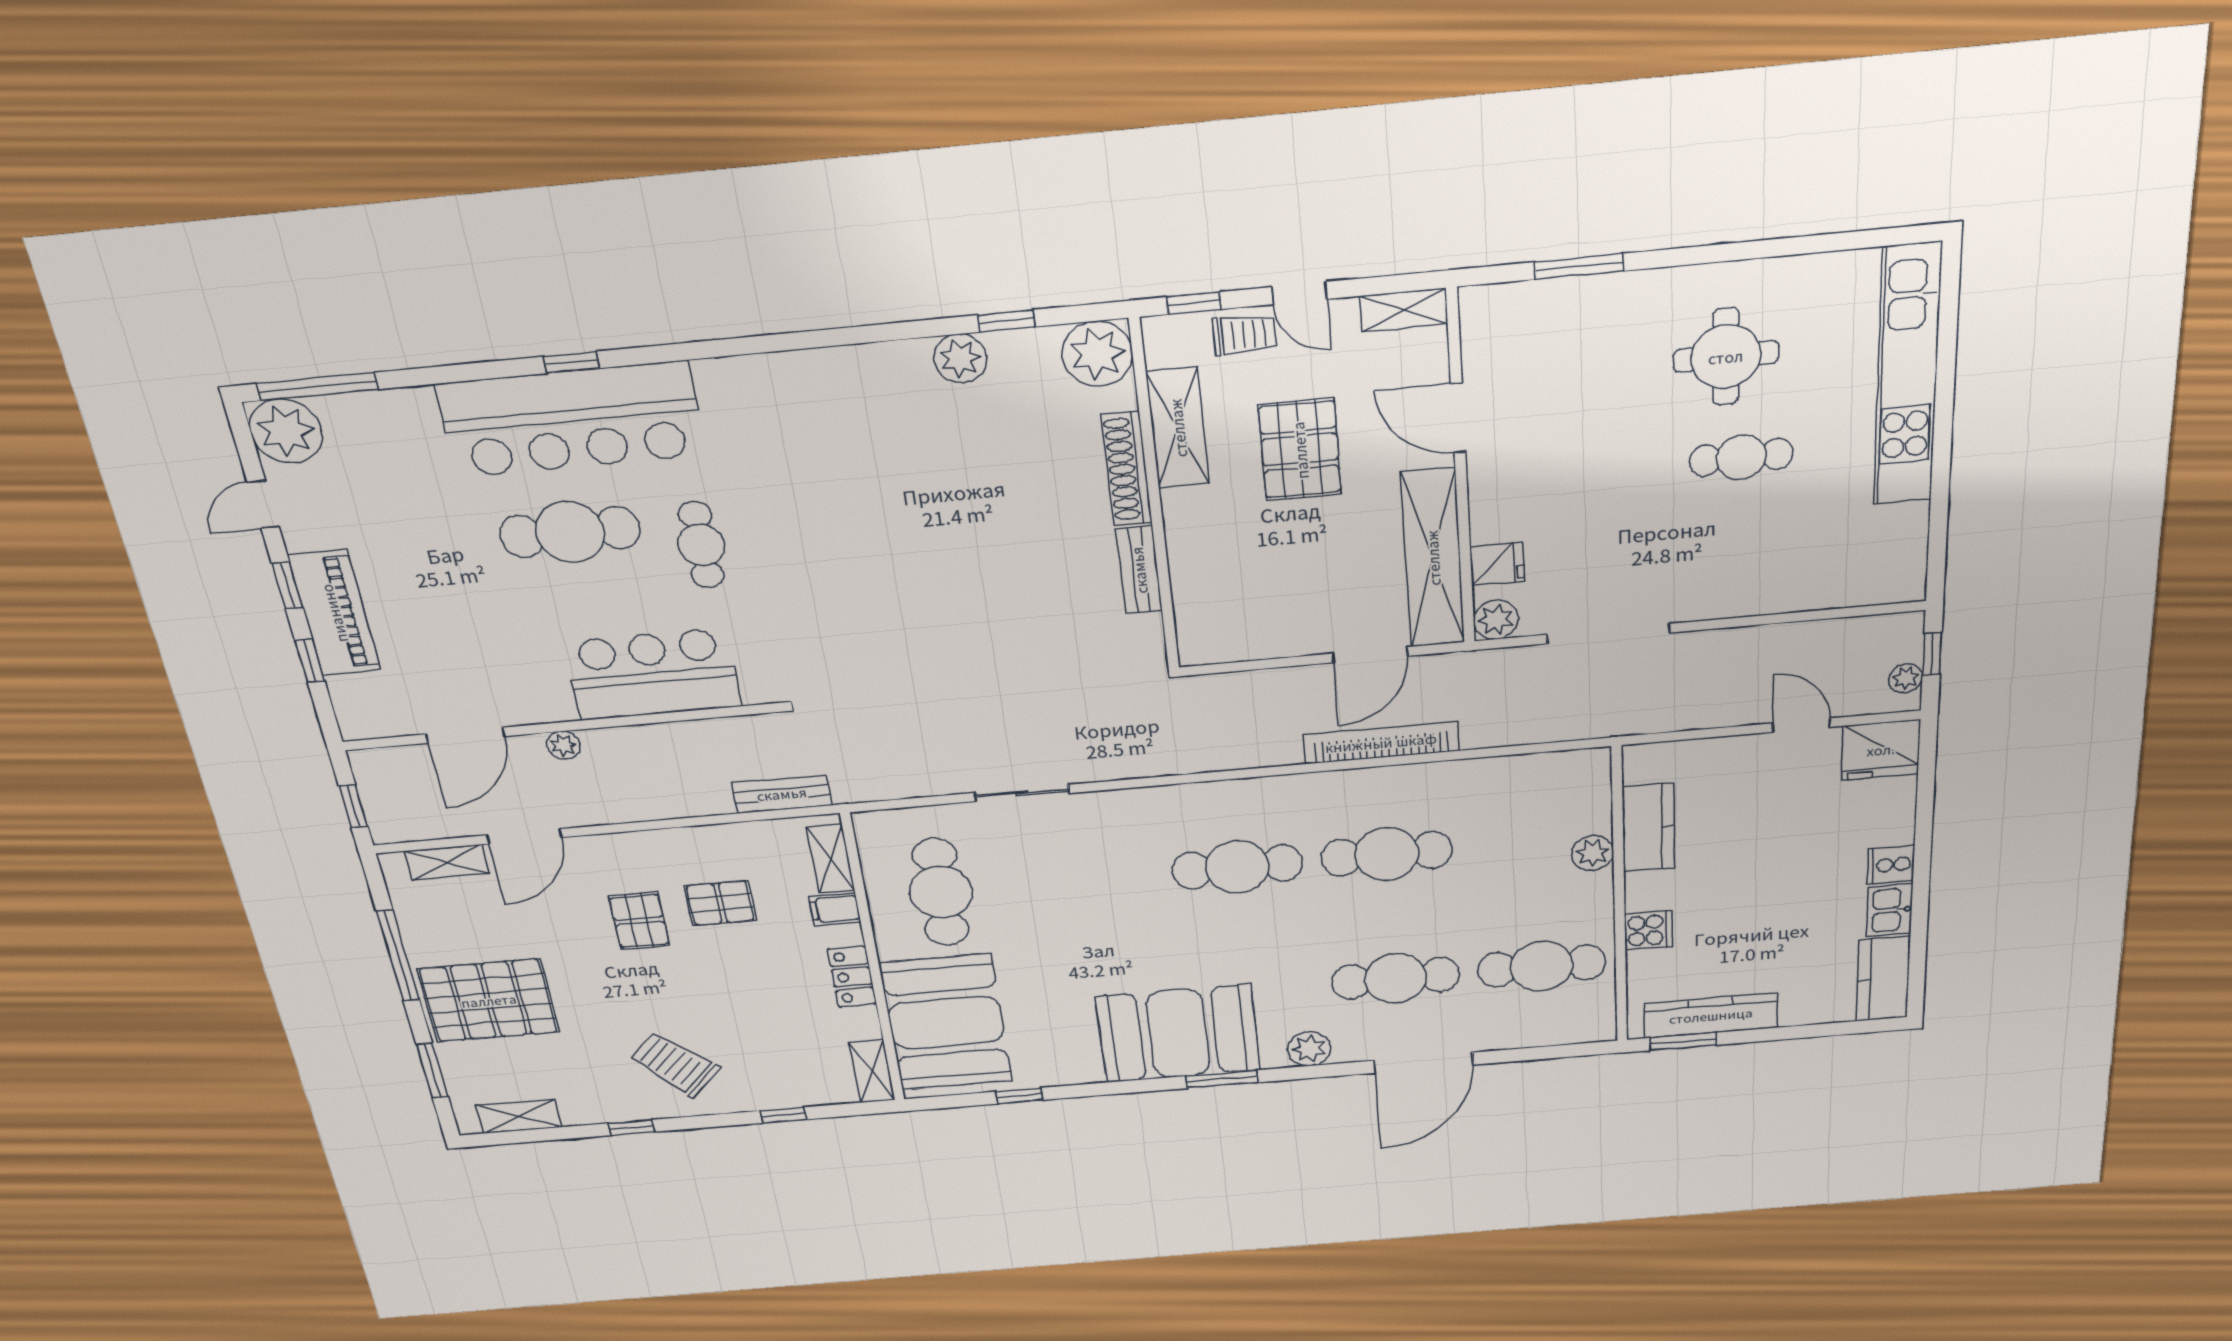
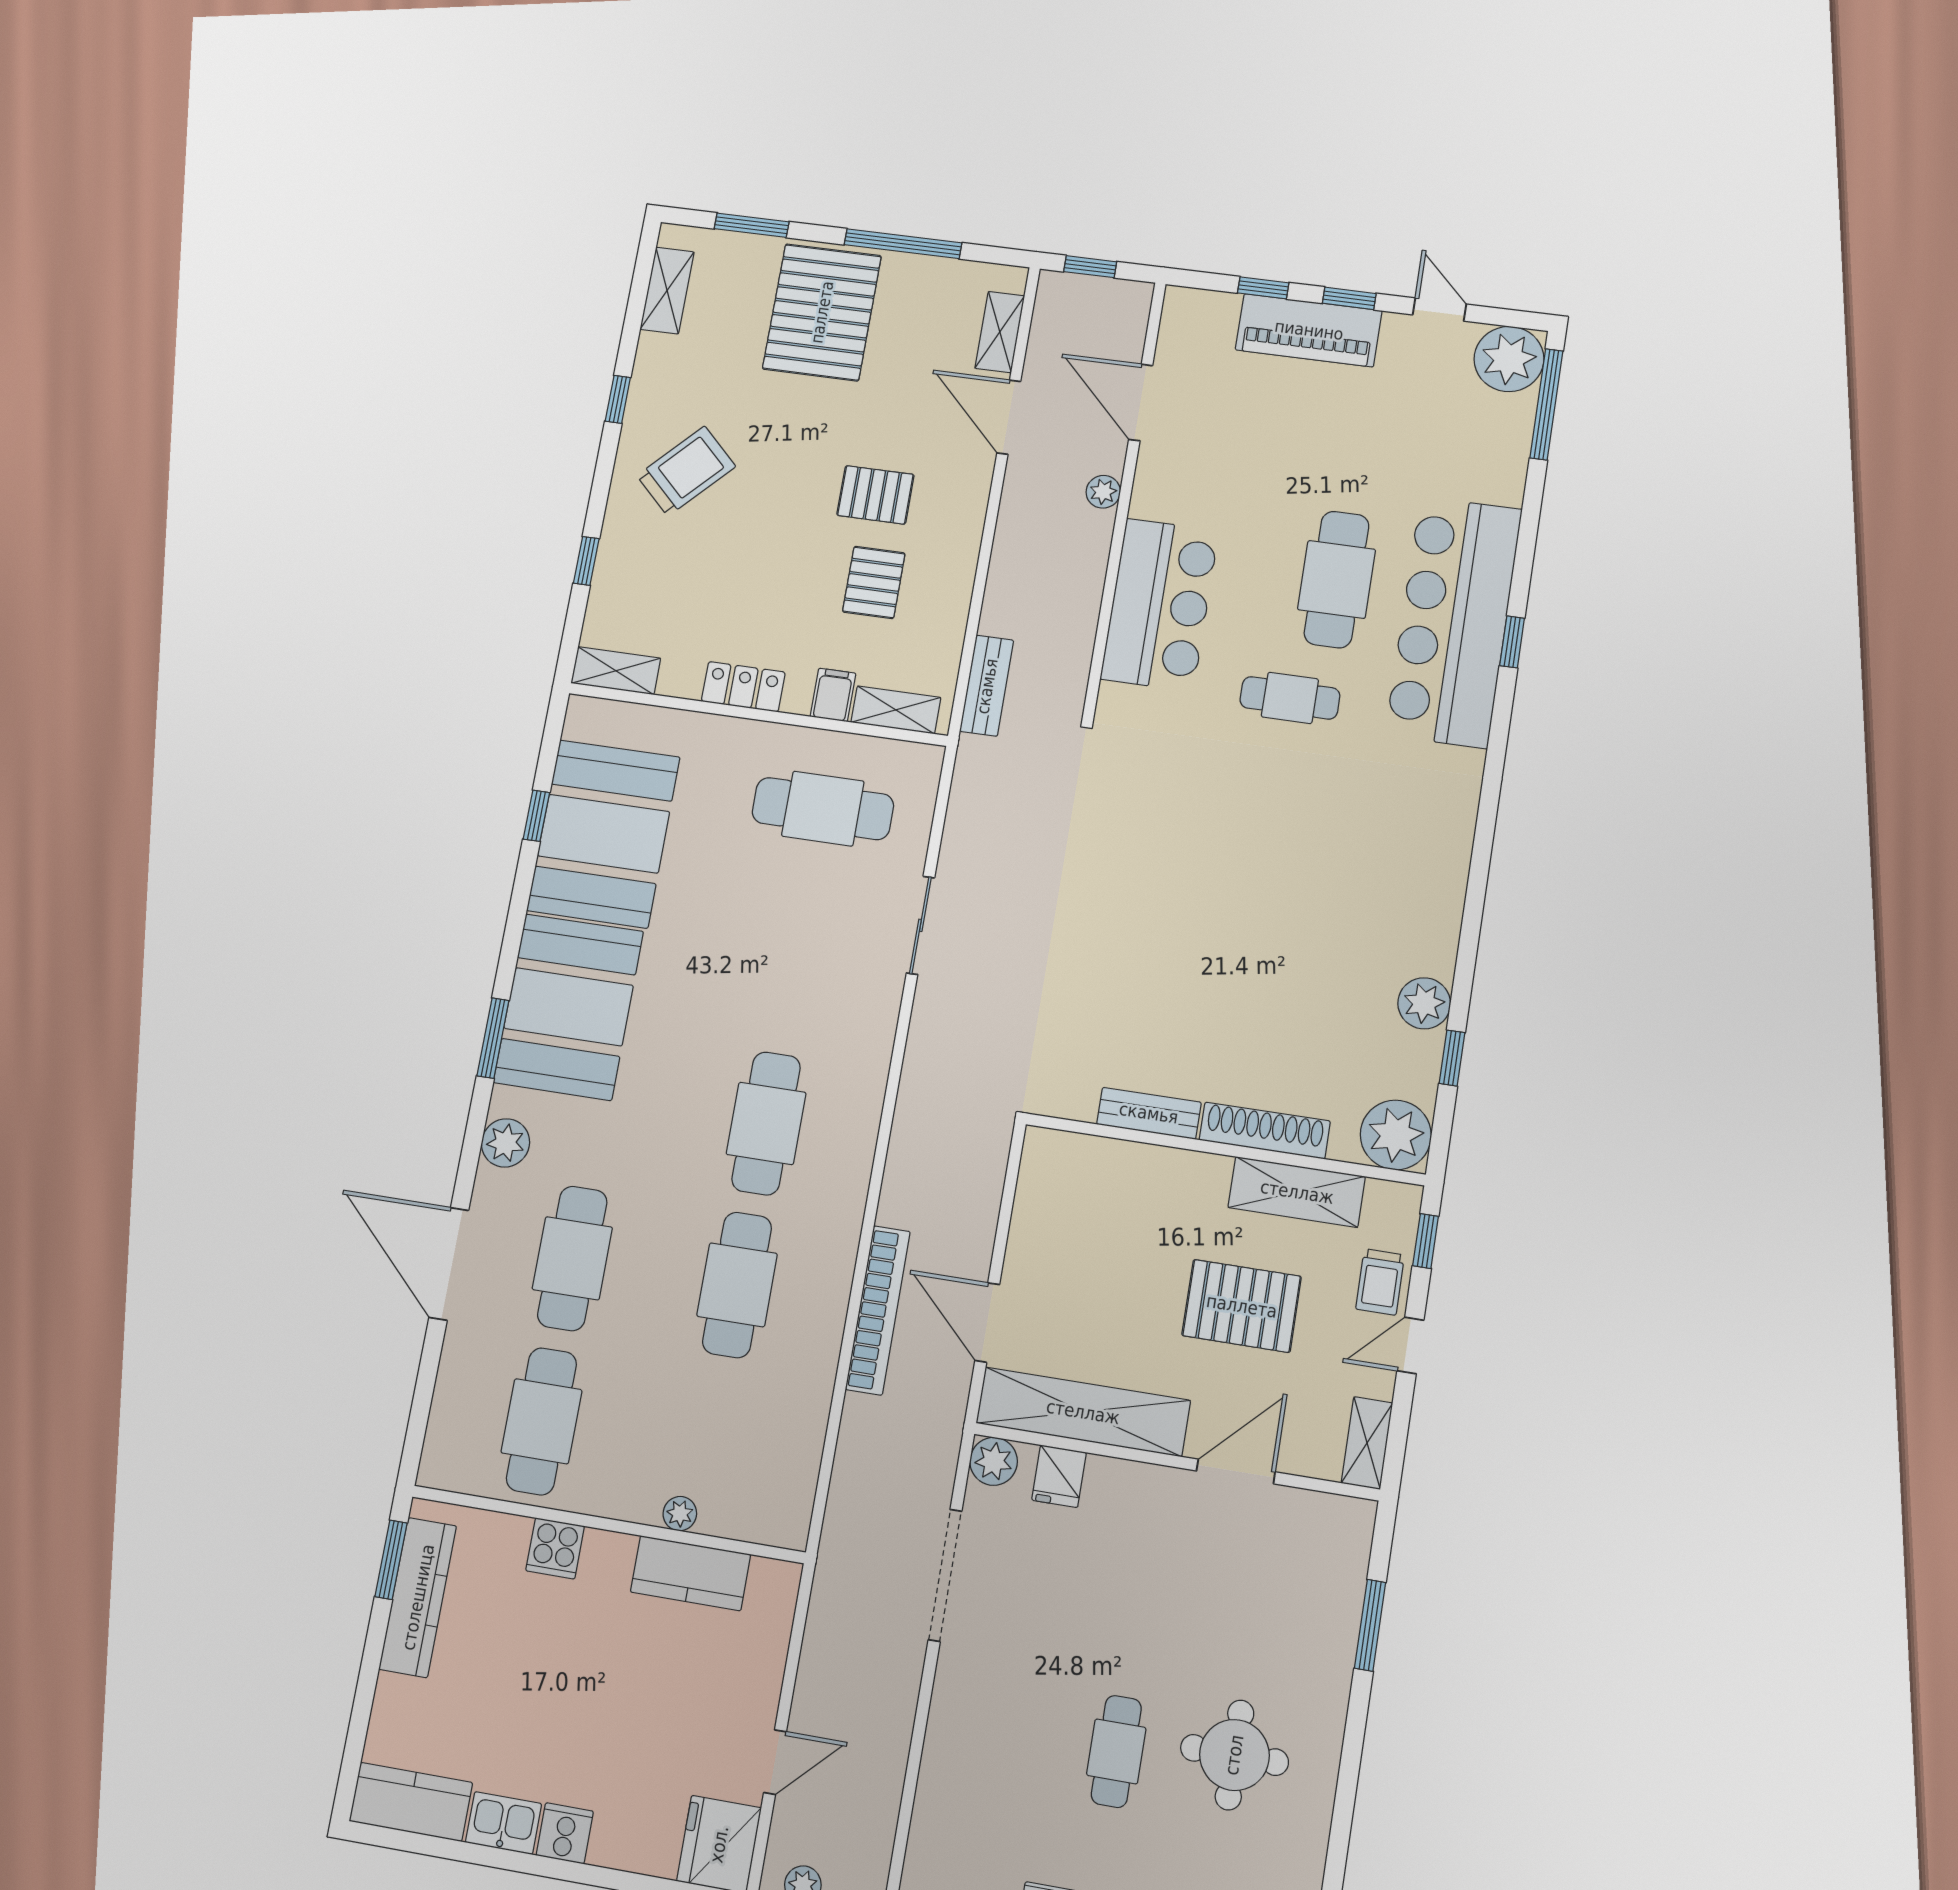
plant: (1593, 853) -> (680, 1514), width x0.73, depth x0.73
booth: (946, 1023) -> (603, 834), moved, turned 90

